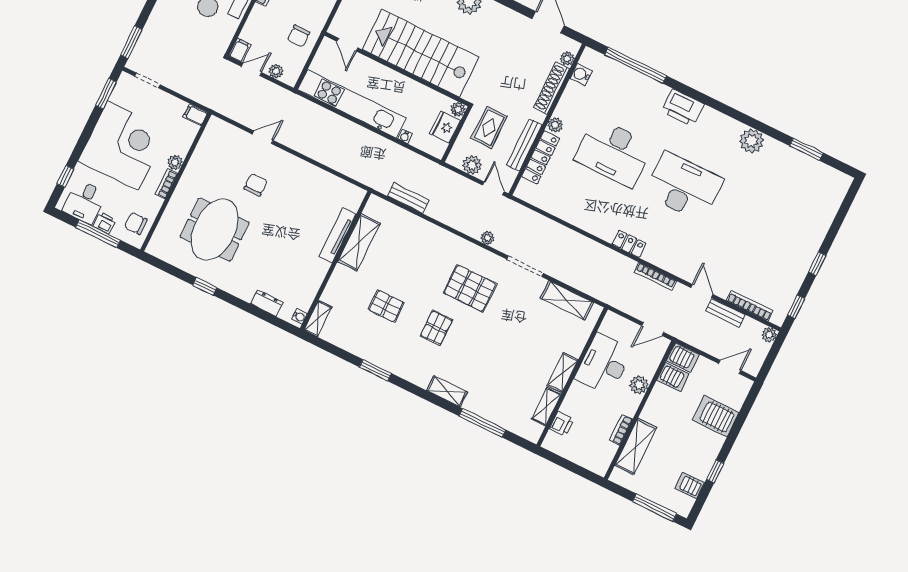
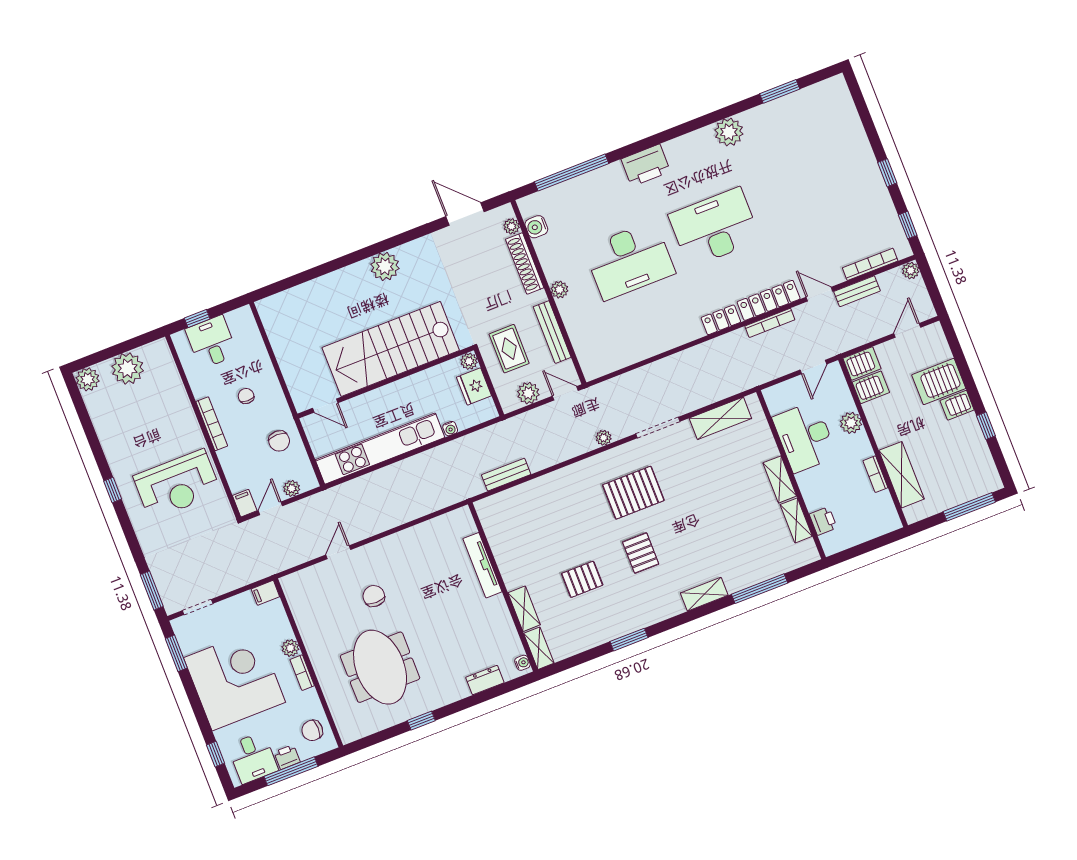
locker: (541, 157) -> (769, 300), moved, turned -90
shelving: (359, 242) -> (524, 609), moved, width x0.67, depth x0.75
server rack: (690, 486) -> (957, 405), moved

